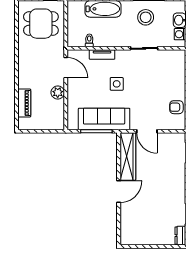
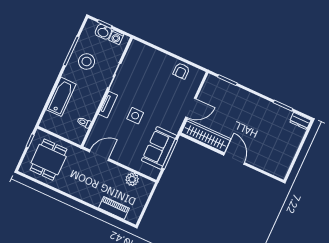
tv unit: (102, 55) -> (108, 105), moved
plant: (58, 93) -> (132, 179), moved
sofa: (104, 119) -> (159, 148), width x0.73

